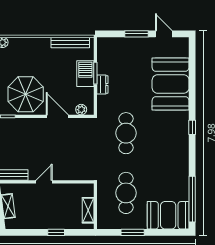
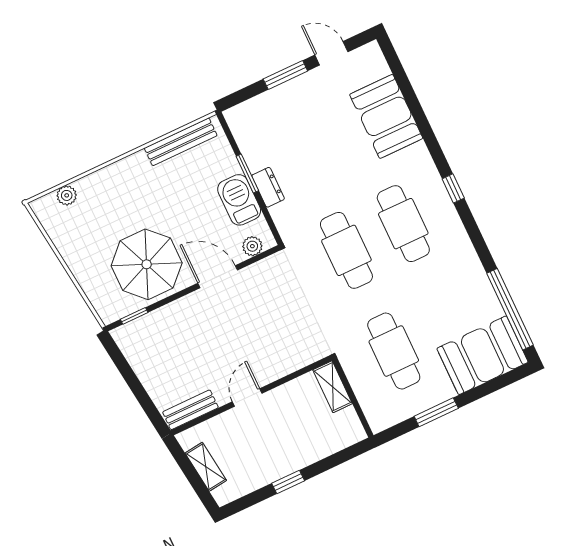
barbecue: (85, 74) -> (239, 200), moved
booth: (171, 84) -> (386, 116), width x0.73, depth x0.70
cafe table: (160, 133) -> (403, 224), added
shelving: (88, 210) -> (333, 387), moved
window: (56, 232) -> (288, 482), moved

